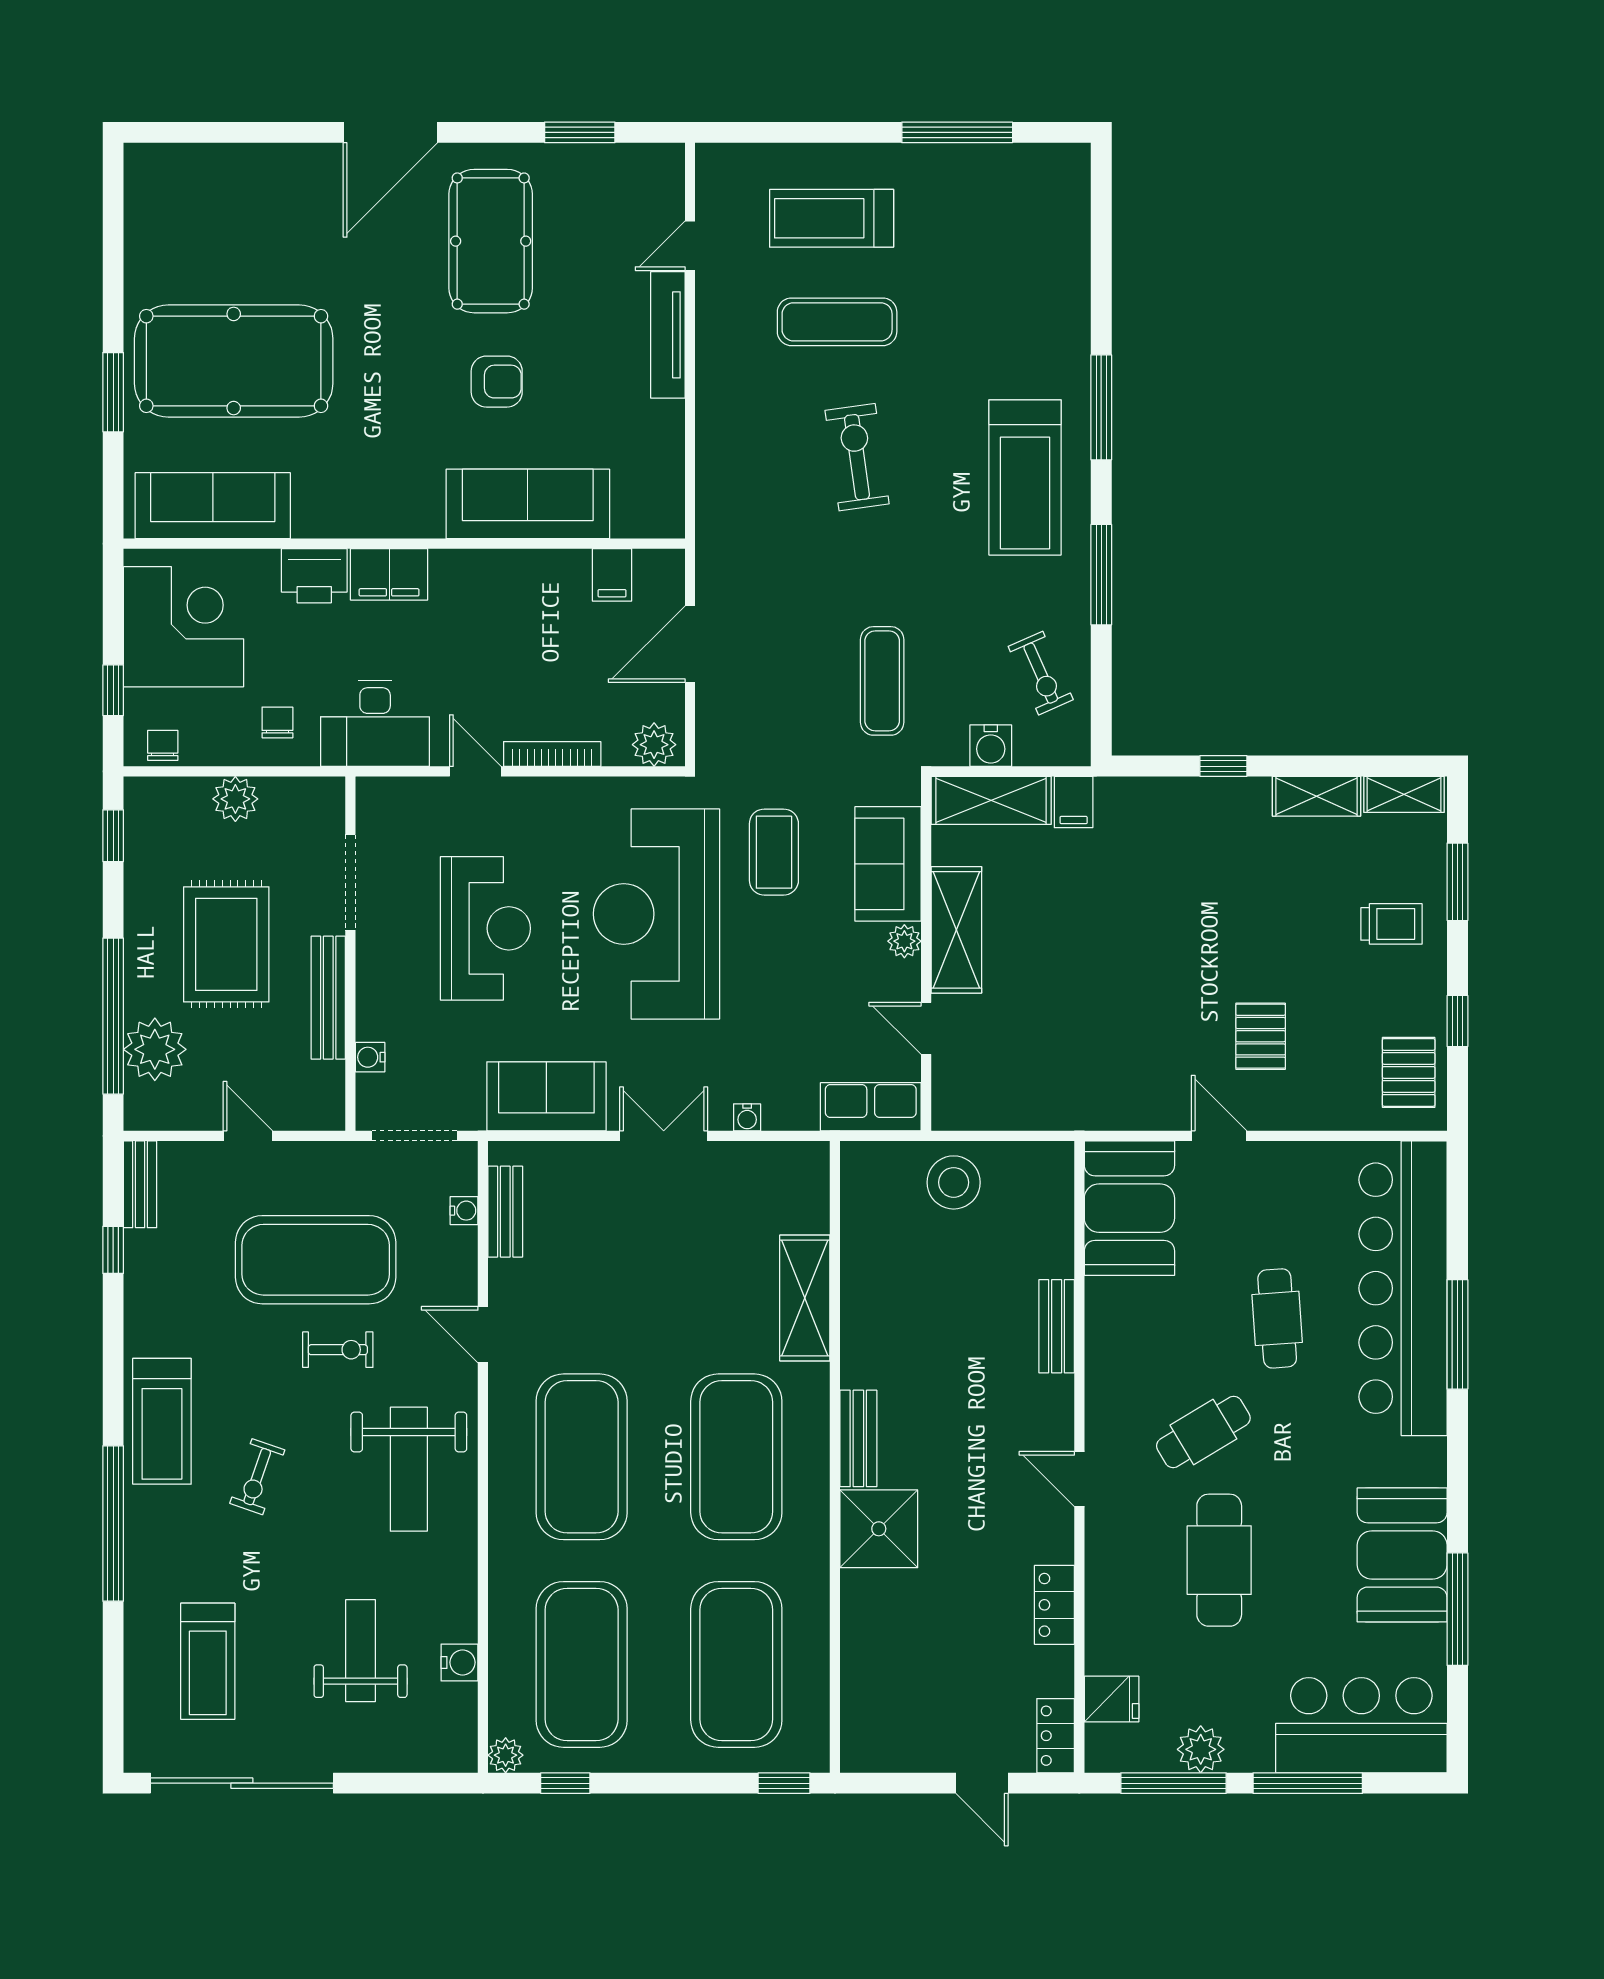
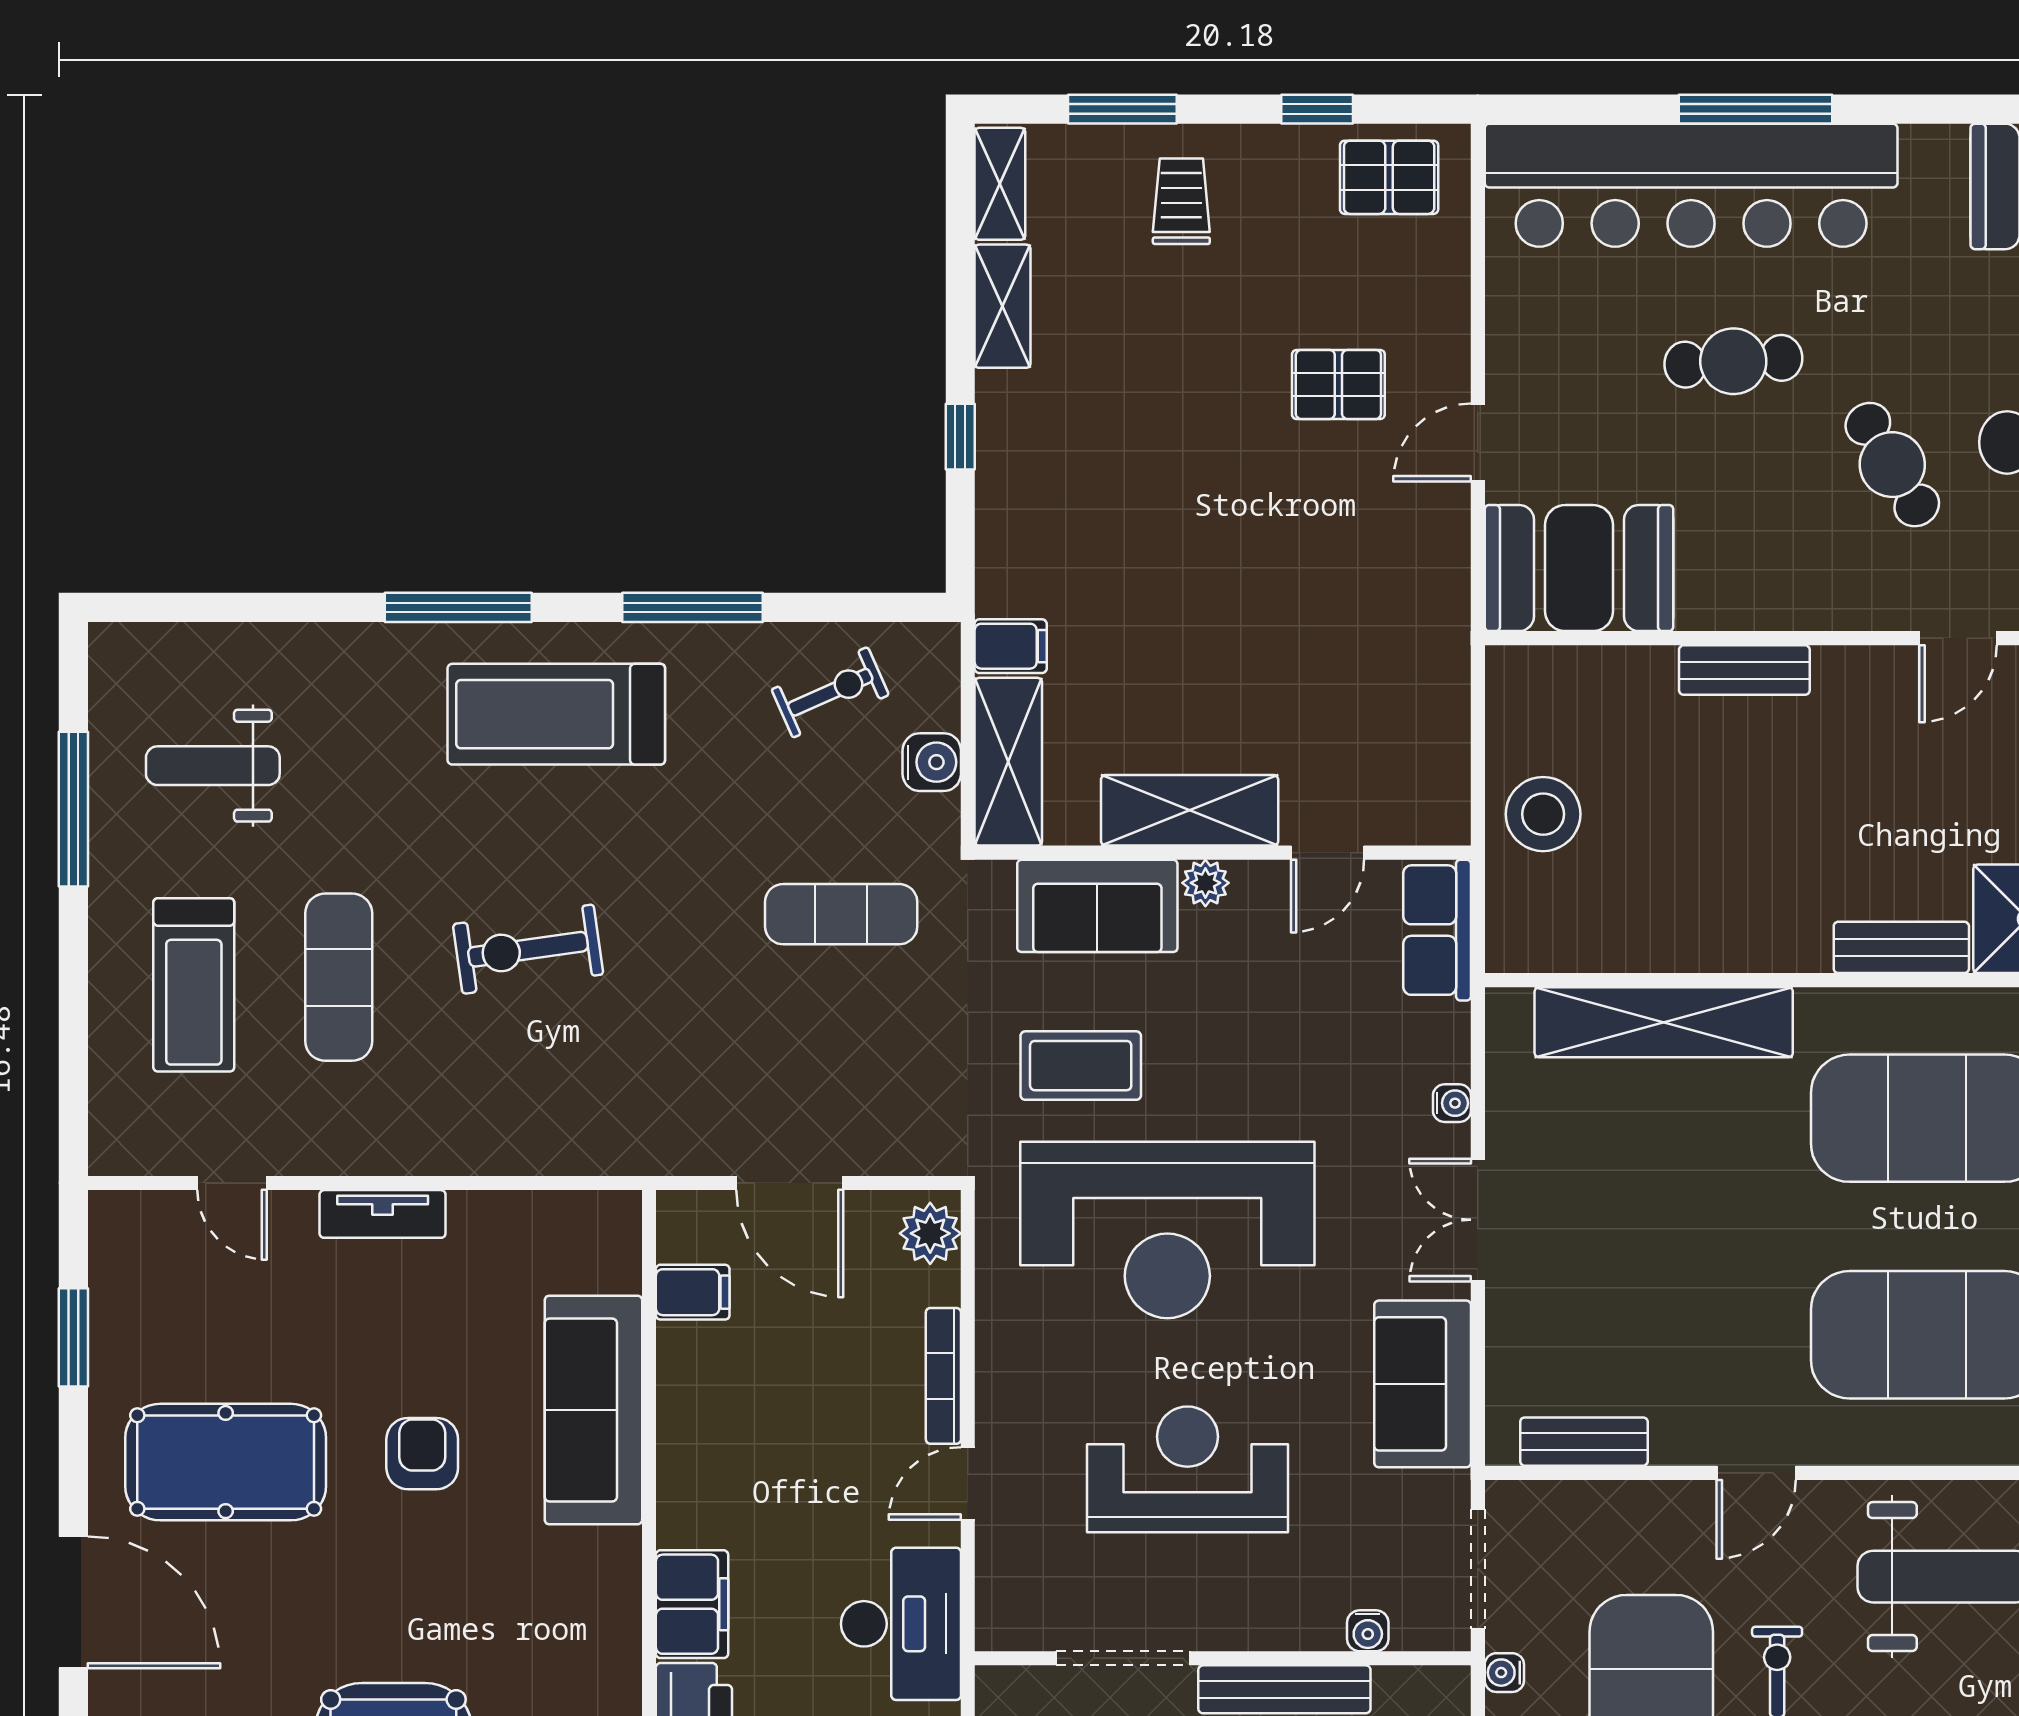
weight bench: (988, 232) -> (213, 766), added
tv unit: (668, 335) -> (383, 1214), width x0.71
treadmill: (1025, 477) -> (556, 714), turned 180
water cooler: (464, 1211) -> (1504, 1673), moved, turned -90
shelving: (805, 1298) -> (1664, 1022), width x1.47

